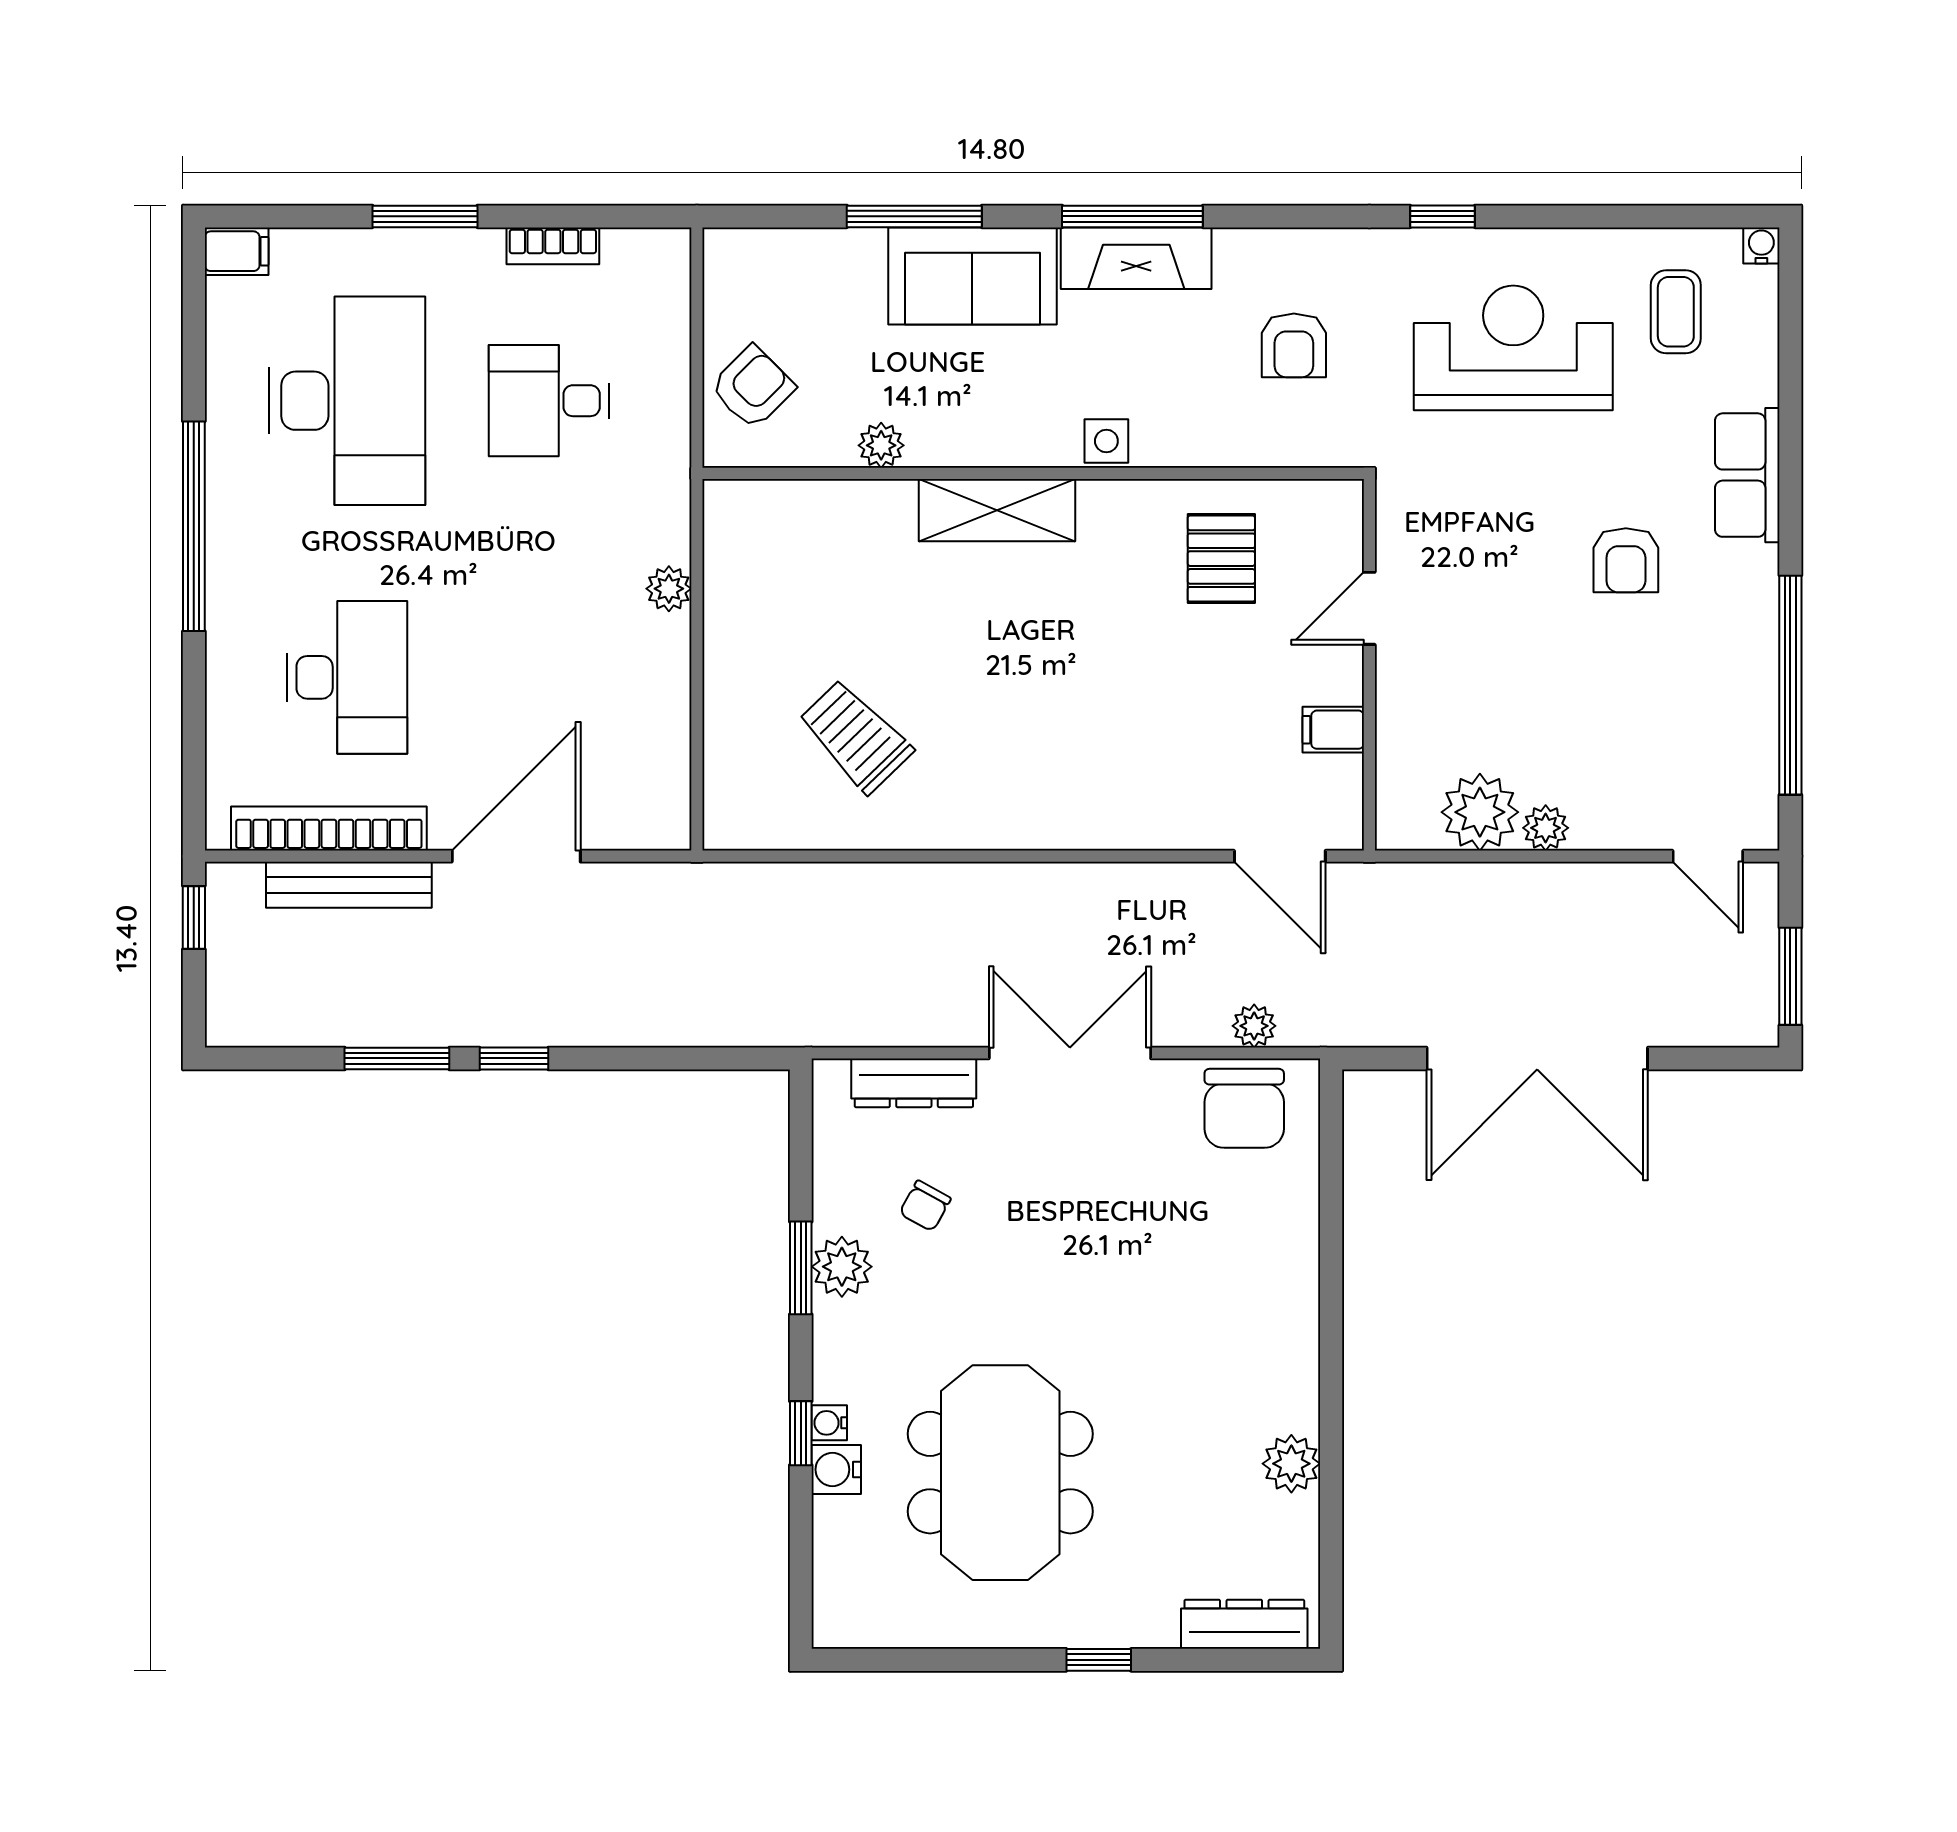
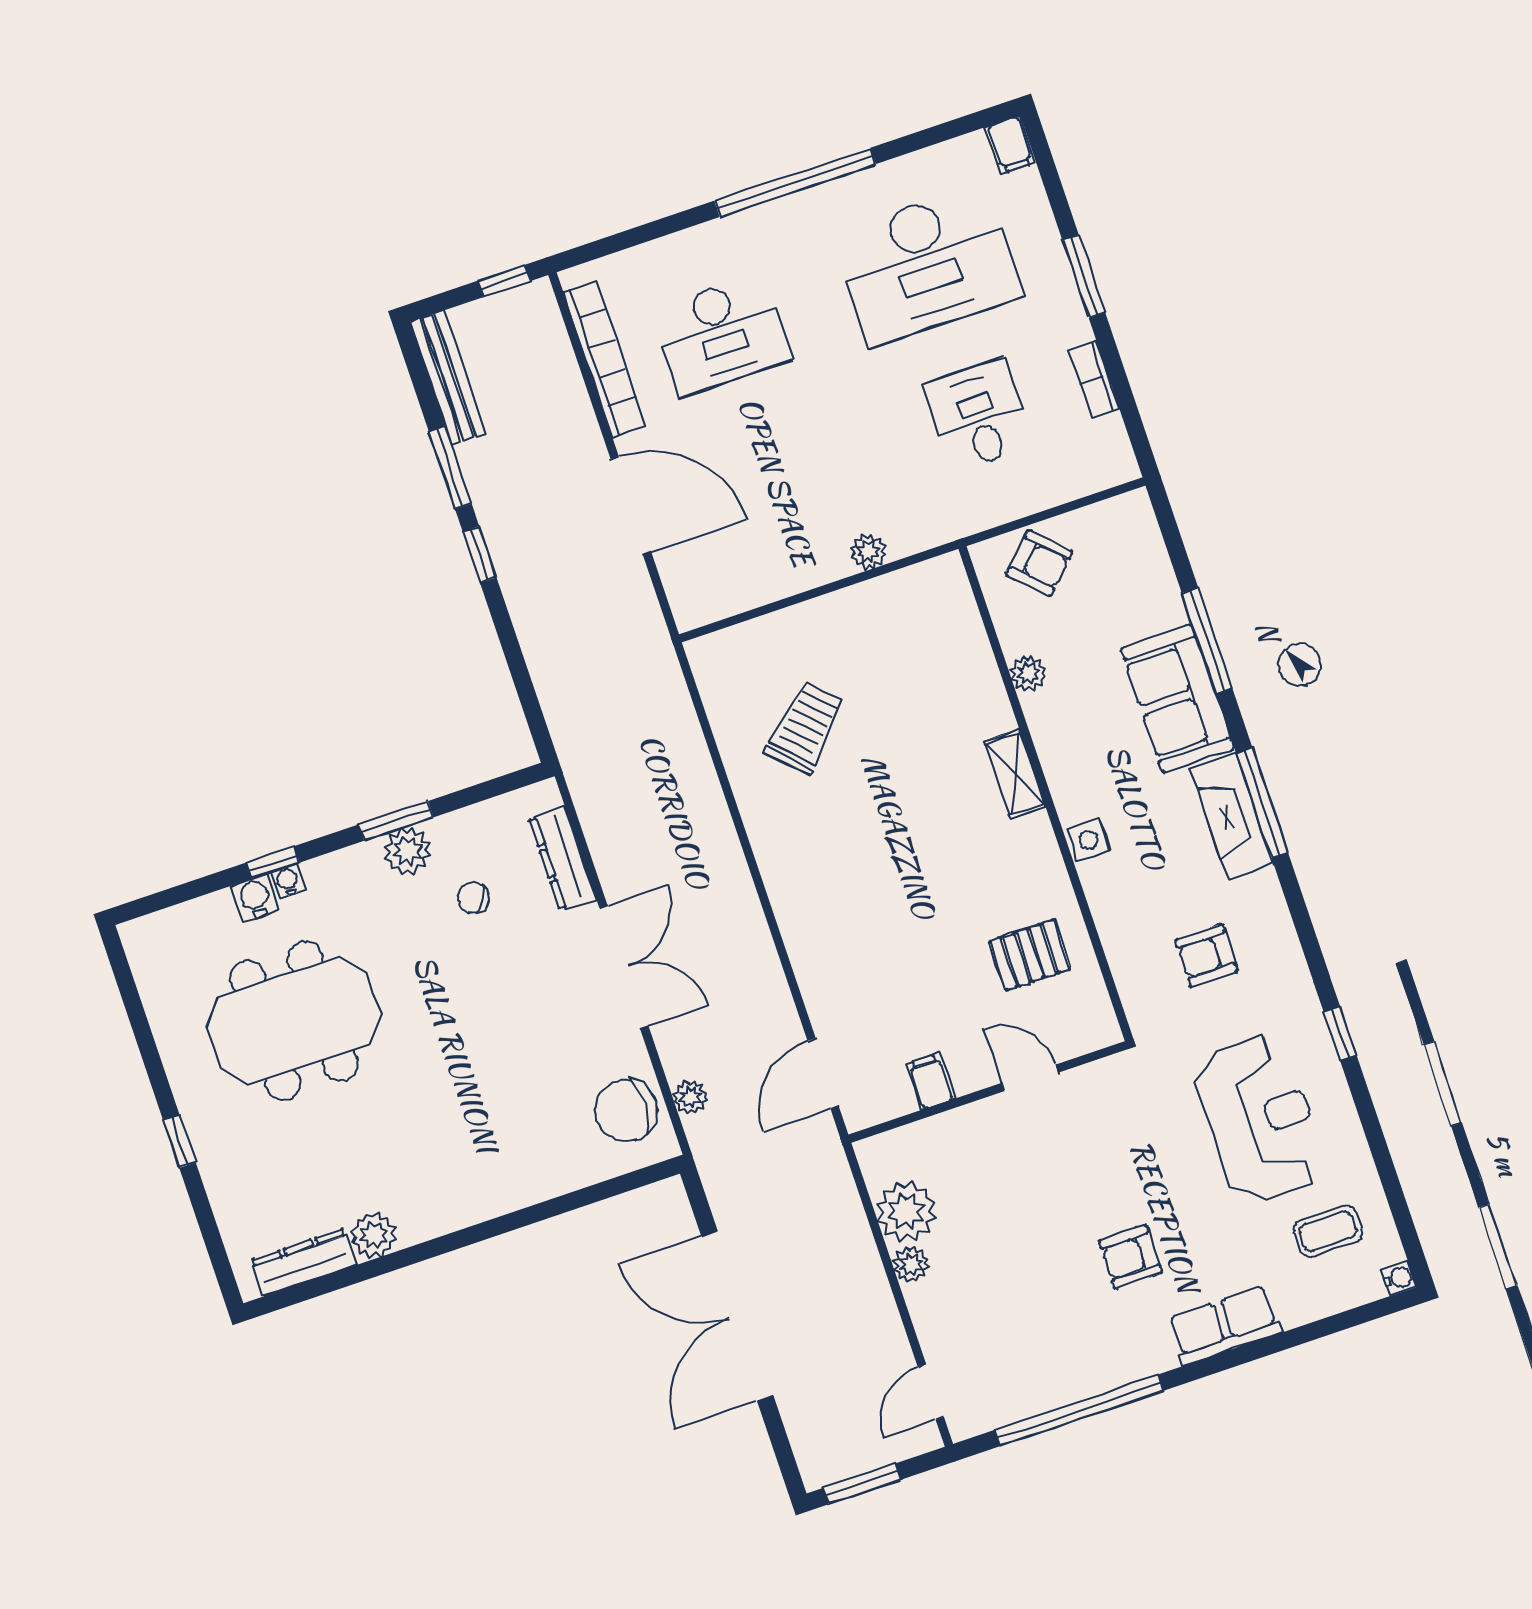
shelving: (997, 510) -> (1015, 774), width x0.67, depth x0.75
bench: (349, 885) -> (448, 378), moved
dresser: (1244, 1624) -> (303, 1262), moved, turned -90

